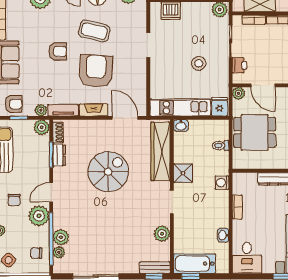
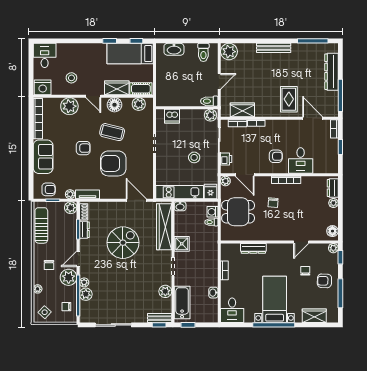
armchair: (96, 71) -> (113, 163), turned -93
fireplace: (94, 110) -> (112, 194), removed
washing machine: (222, 183) -> (212, 212), moved
plant: (59, 252) -> (84, 282), moved
bathtub: (194, 264) -> (182, 303), moved, turned 90

